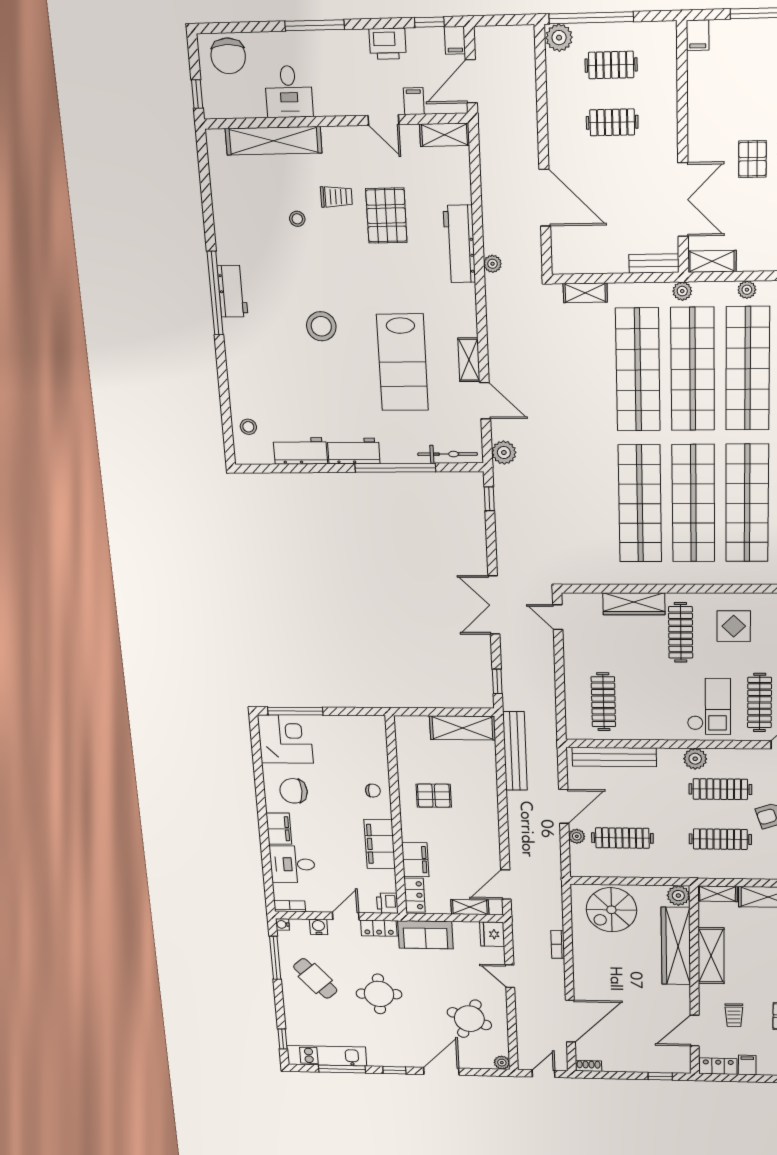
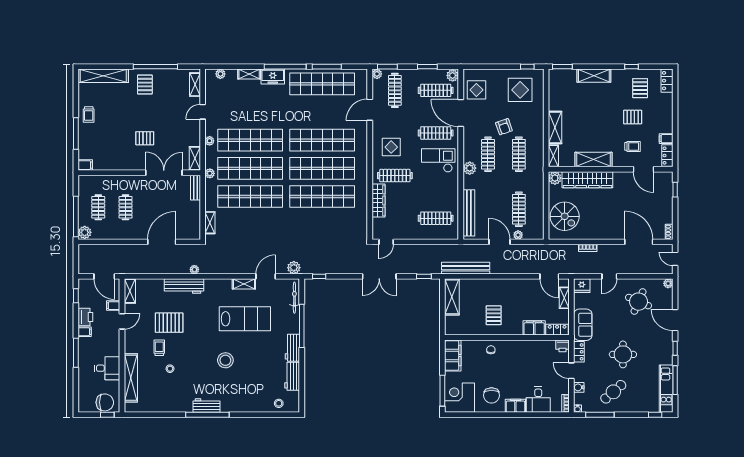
filing cabinet: (455, 40) -> (85, 332), moved
chair: (228, 56) -> (105, 402), moved
filing cabinet: (380, 844) -> (453, 356), moved, turned -90

